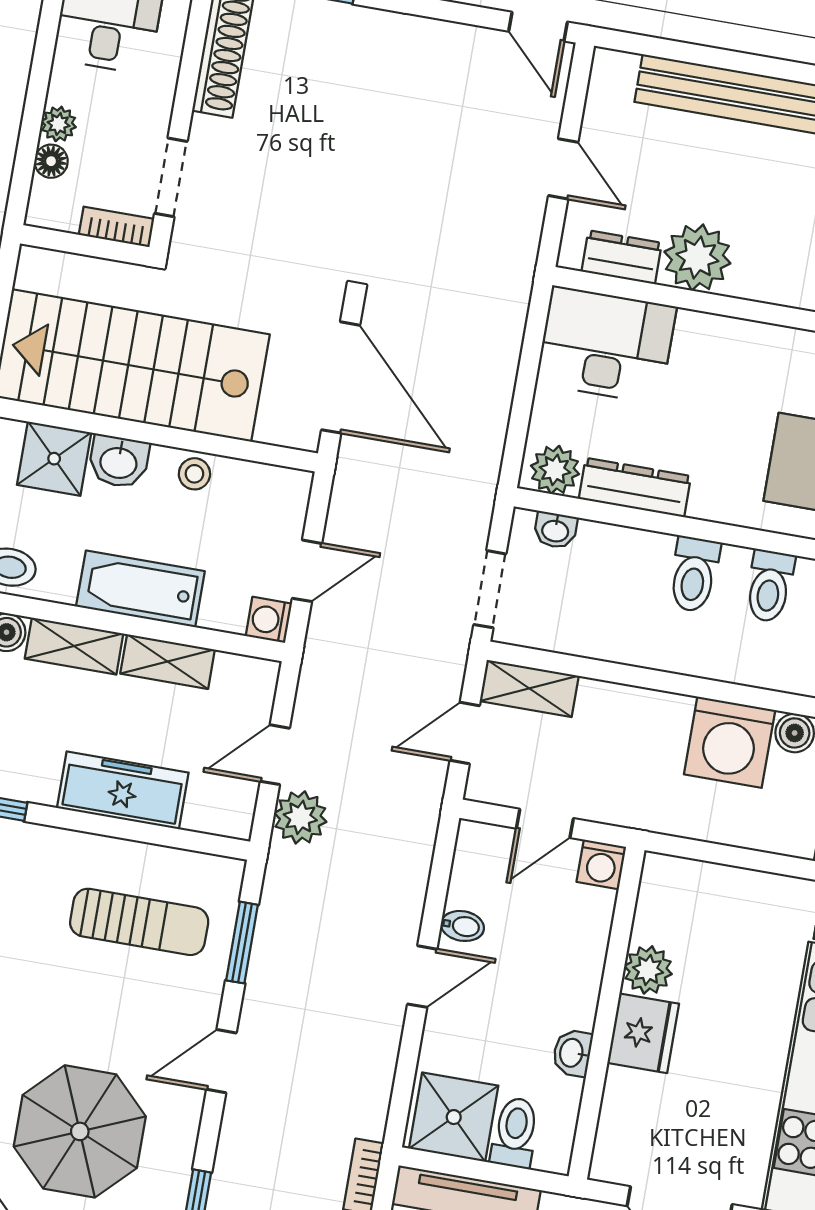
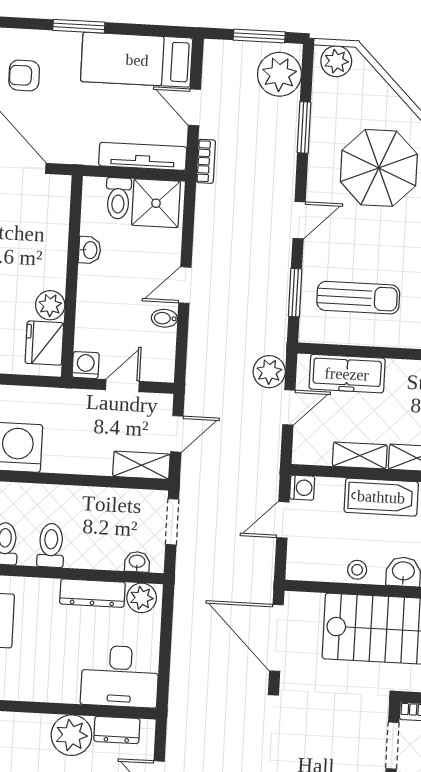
freezer: (123, 790) -> (347, 374), moved
sun lounger: (139, 922) -> (358, 298), turned 180
fridge: (643, 1033) -> (44, 343), moved

